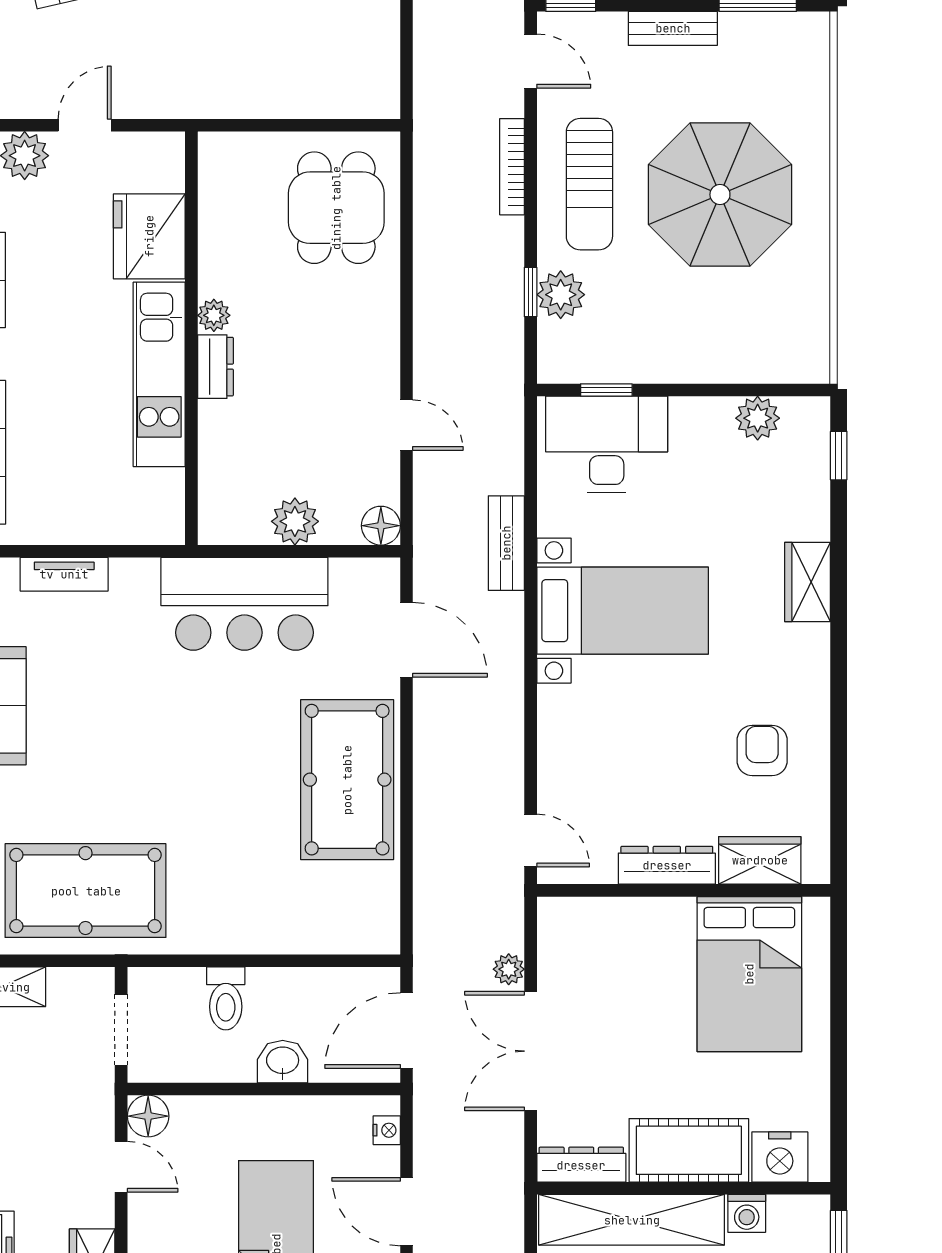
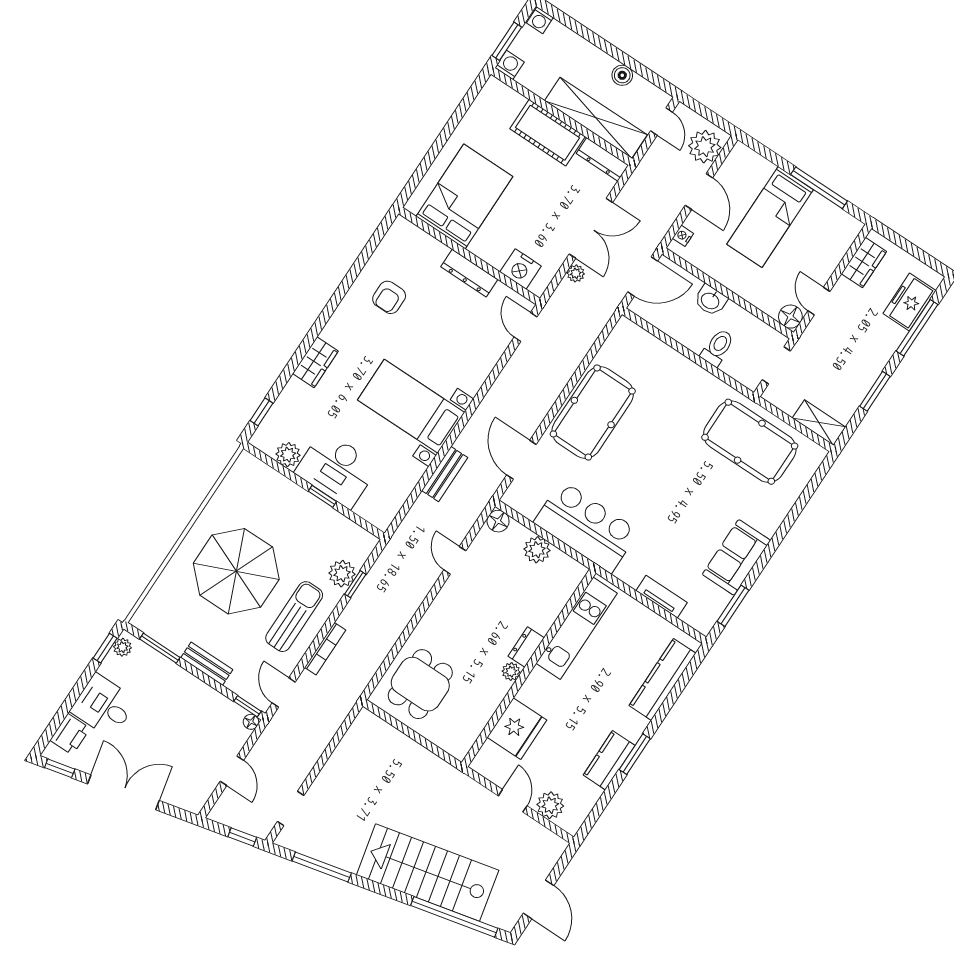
door: (85, 125) -> (513, 801), swing flipped
kitchen unit: (159, 374) -> (577, 628), moved
window: (606, 390) -> (322, 496), moved
desk: (607, 444) -> (337, 469), moved
wardrobe: (760, 860) -> (424, 247), removed
nightstand: (780, 1157) -> (521, 269), moved, turned 180
washing machine: (747, 1213) -> (510, 65), moved

